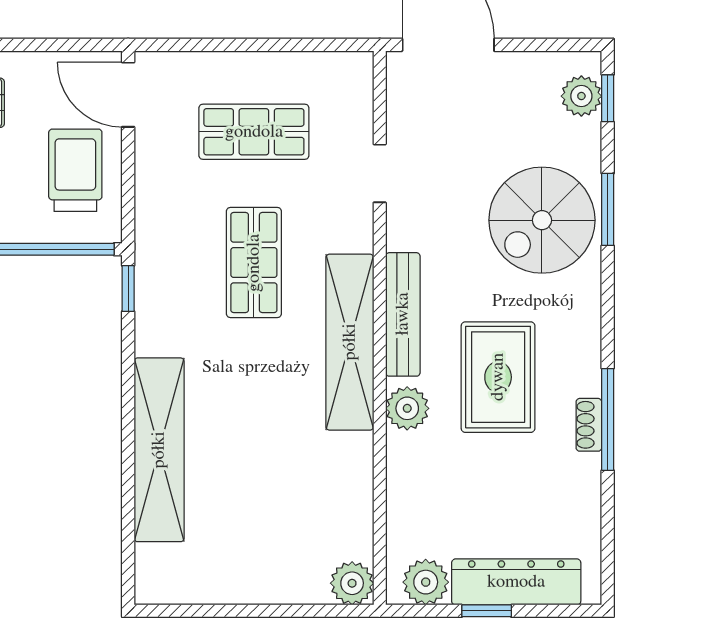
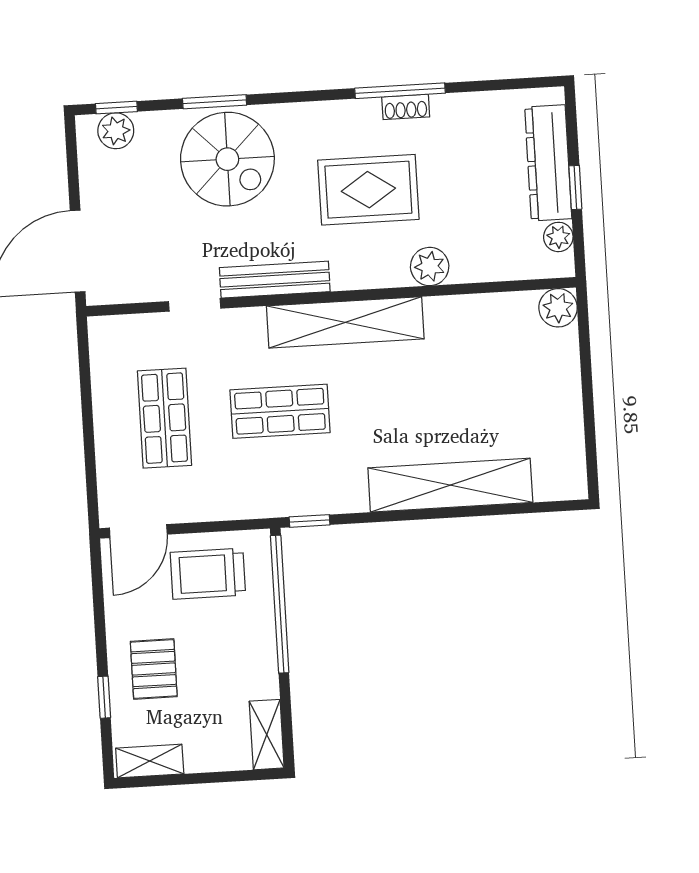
bench: (403, 314) -> (275, 280), moved
plant: (407, 408) -> (430, 266), moved
plant: (426, 582) -> (558, 237), width x0.73, depth x0.73

